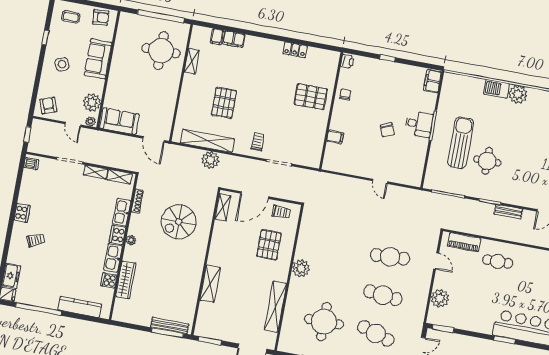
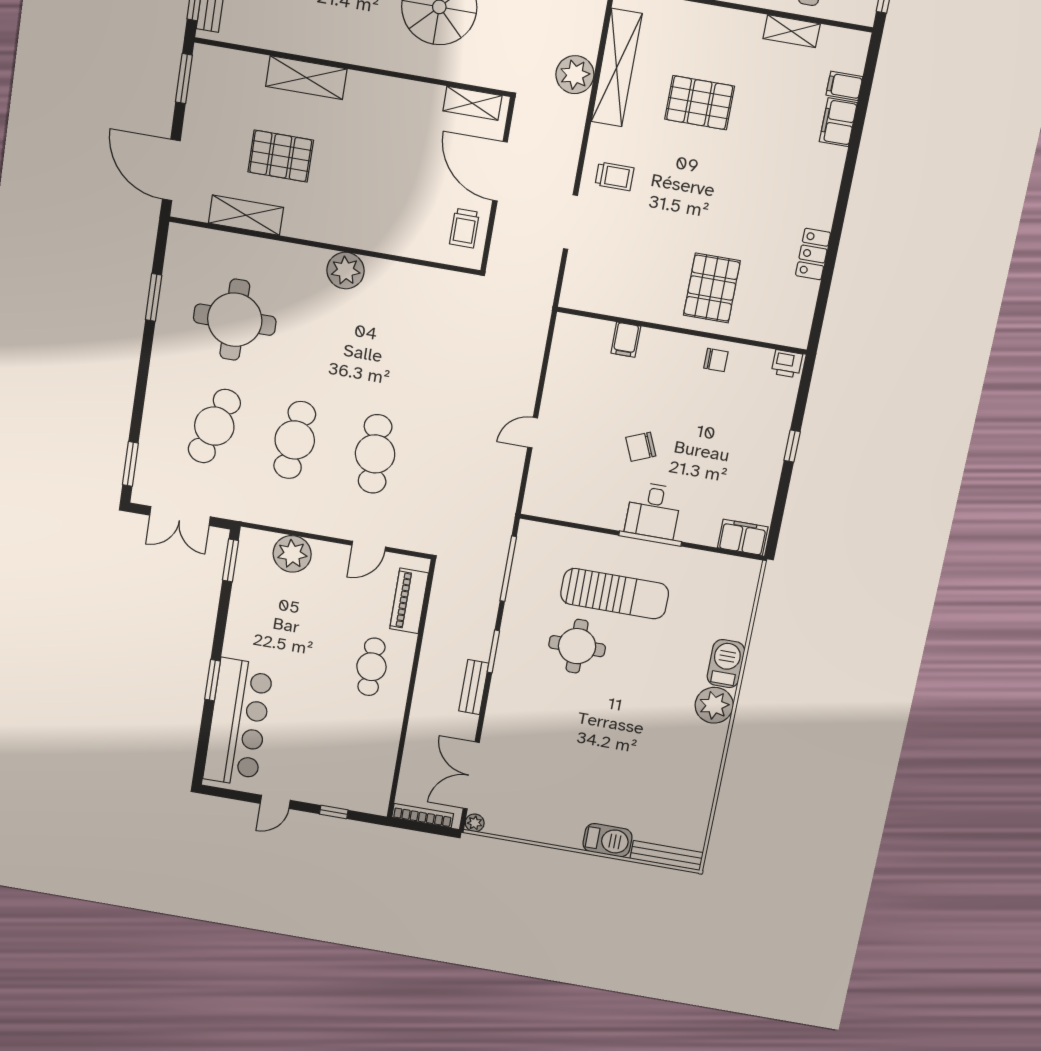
pallet: (269, 245) -> (281, 156), moved
shelving: (275, 307) -> (246, 215), width x0.68

